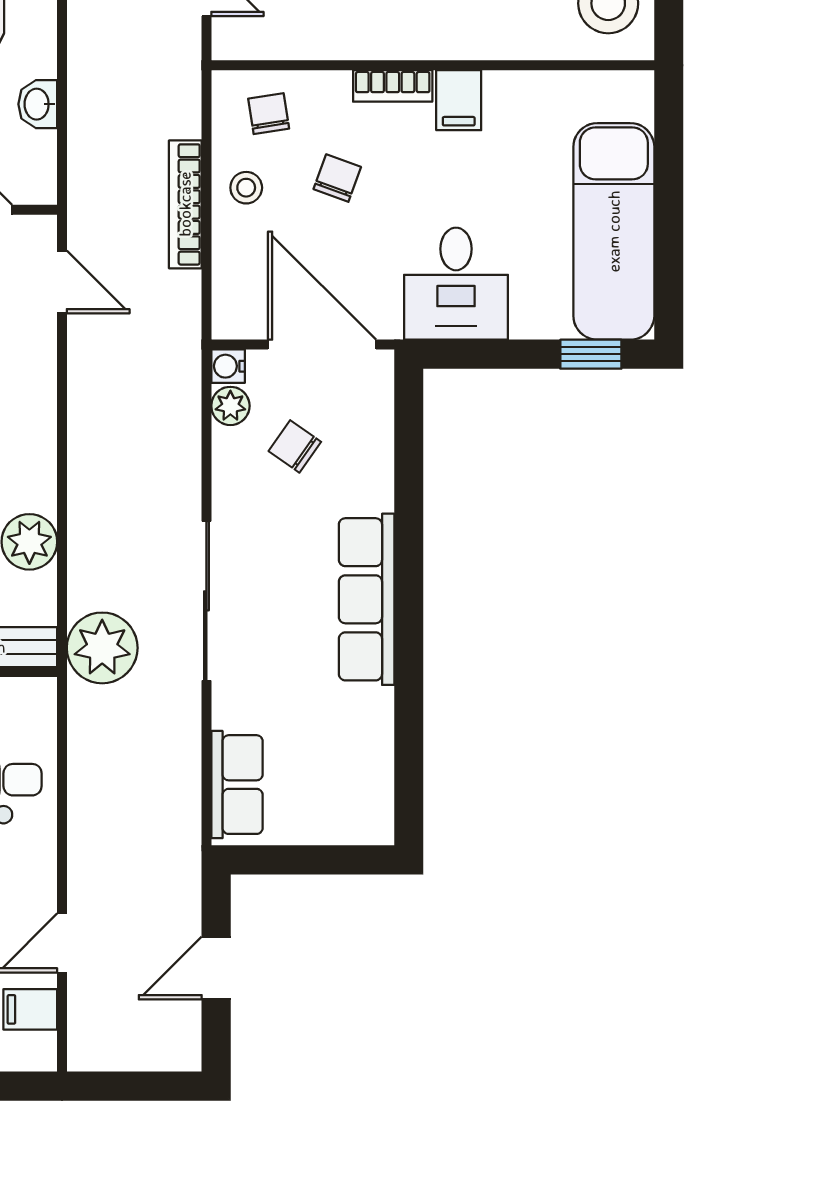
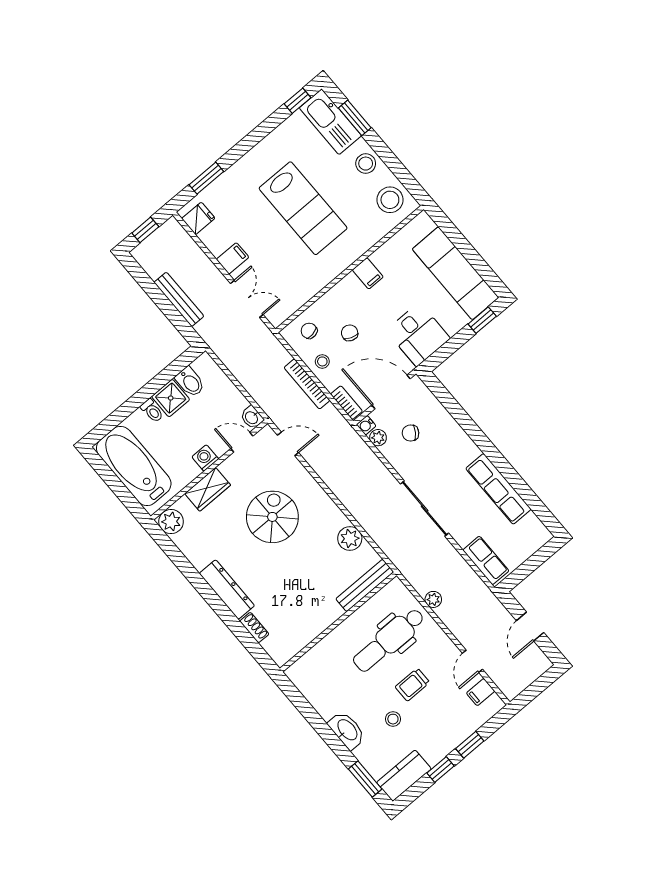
bookcase: (393, 86) -> (346, 403), moved, turned -90
washbasin: (38, 104) -> (252, 417), moved
row of seats: (367, 599) -> (498, 489), moved
plant: (102, 648) -> (433, 599), moved, width x0.53, depth x0.53

